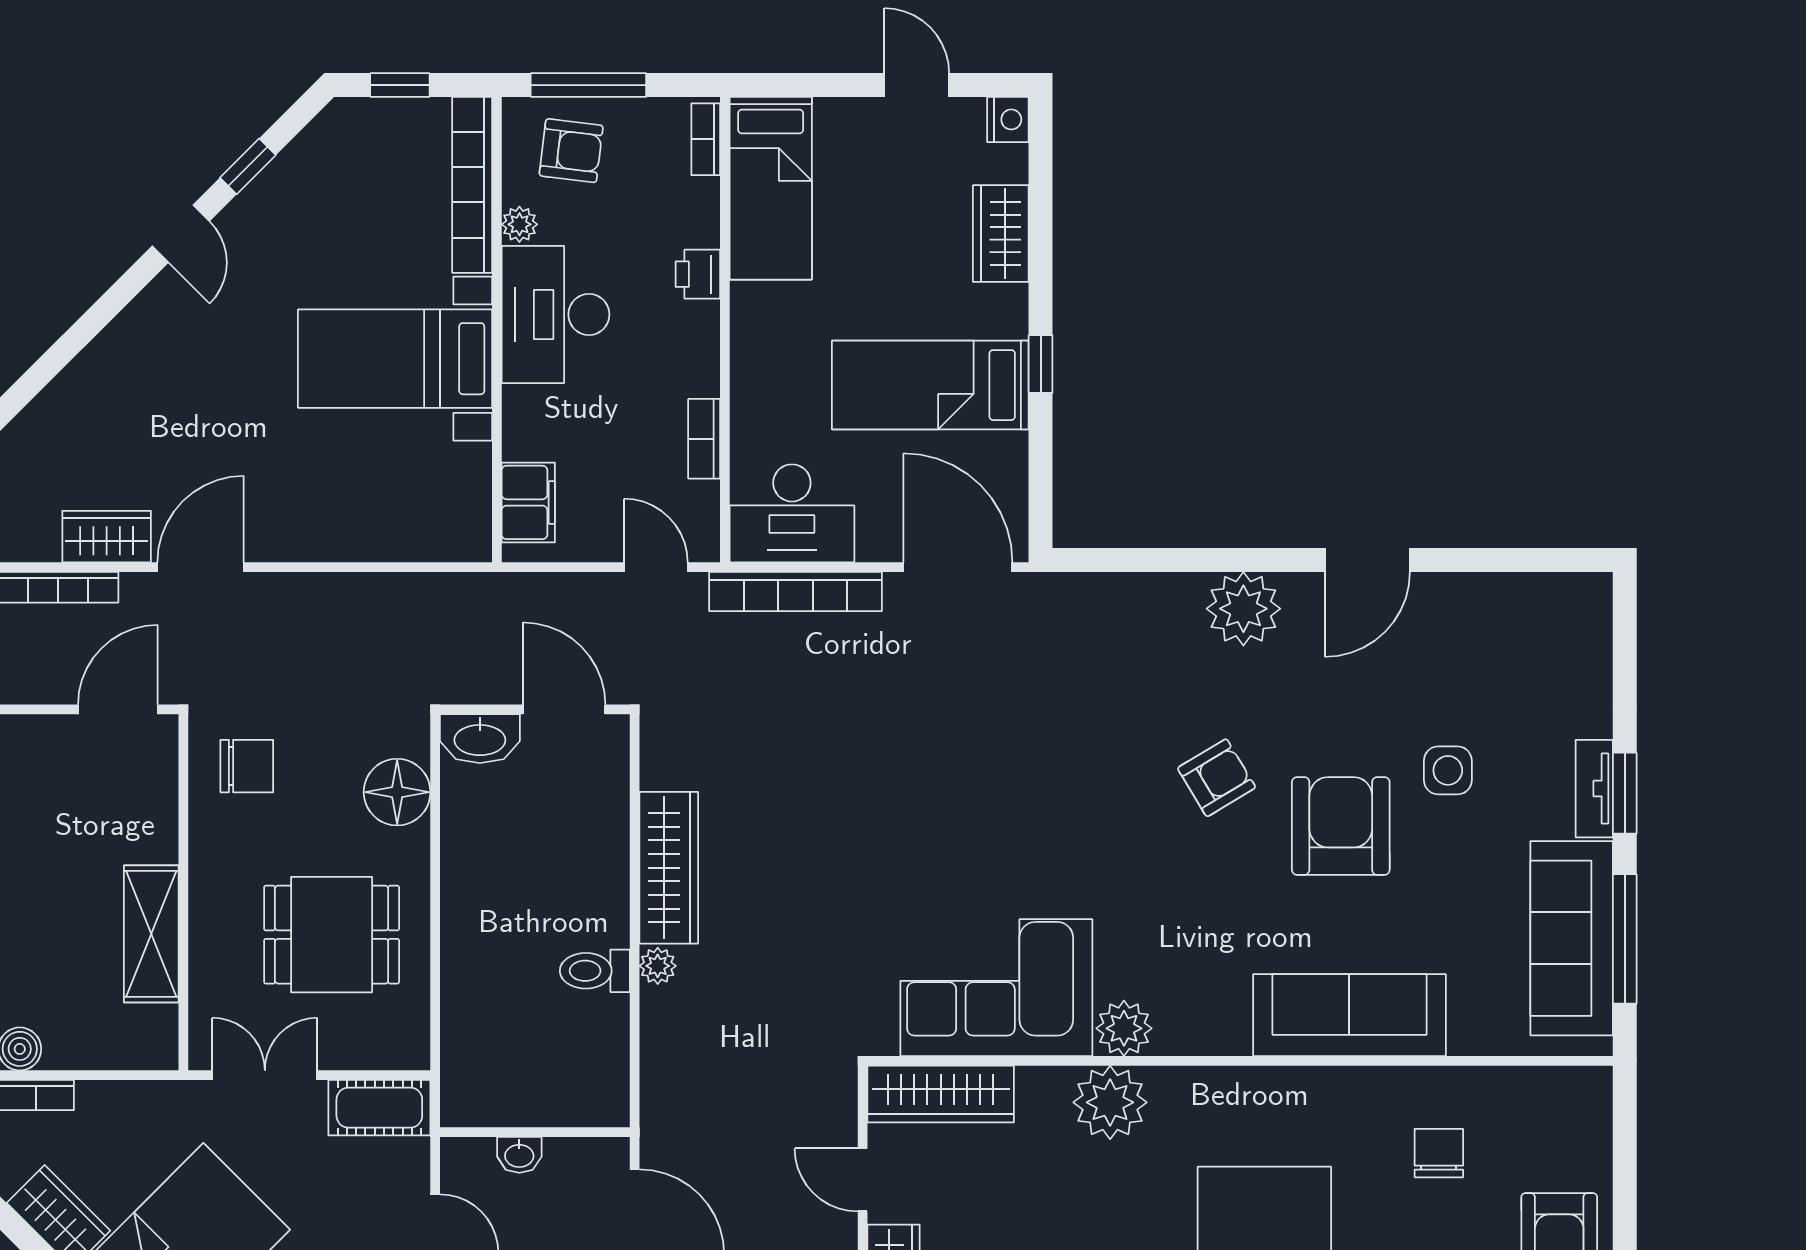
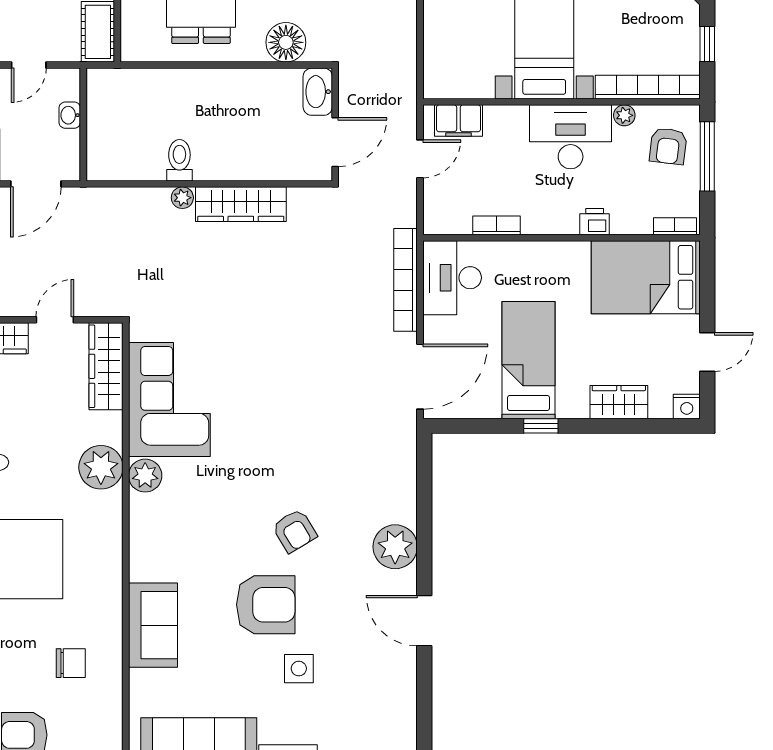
bed: (771, 188) -> (646, 277), width x1.50
door: (656, 567) -> (420, 159), moved
sofa: (1349, 1015) -> (153, 625), width x0.73

